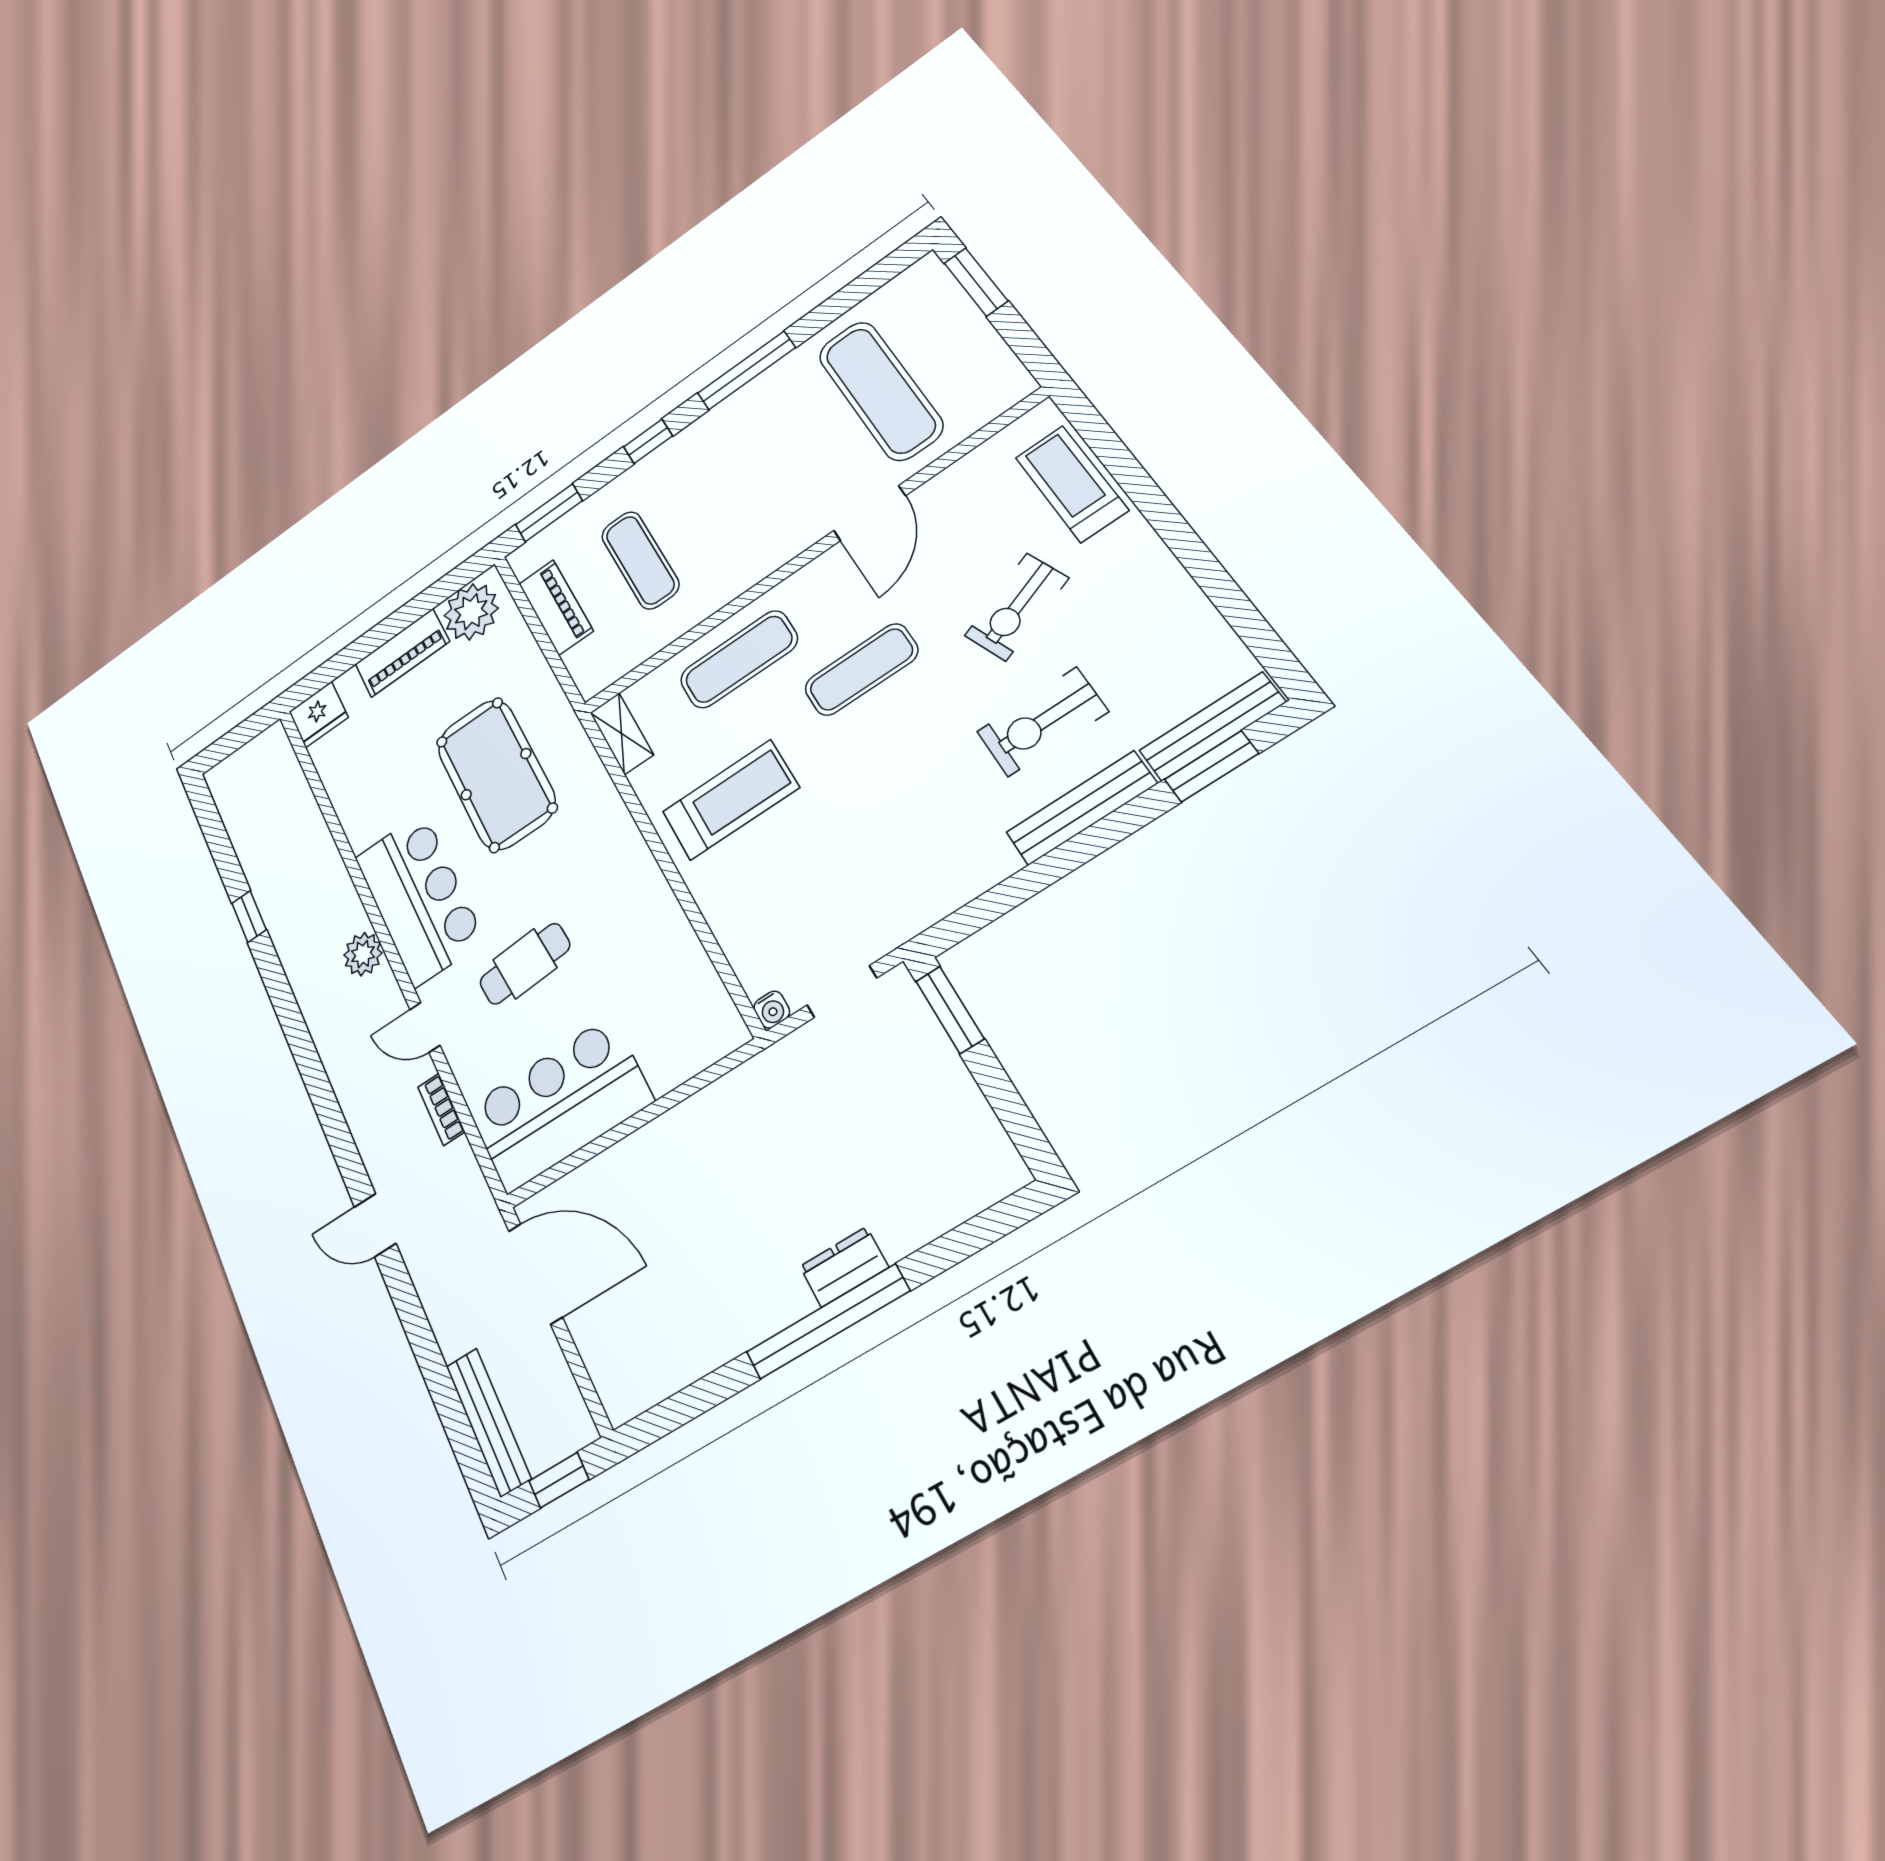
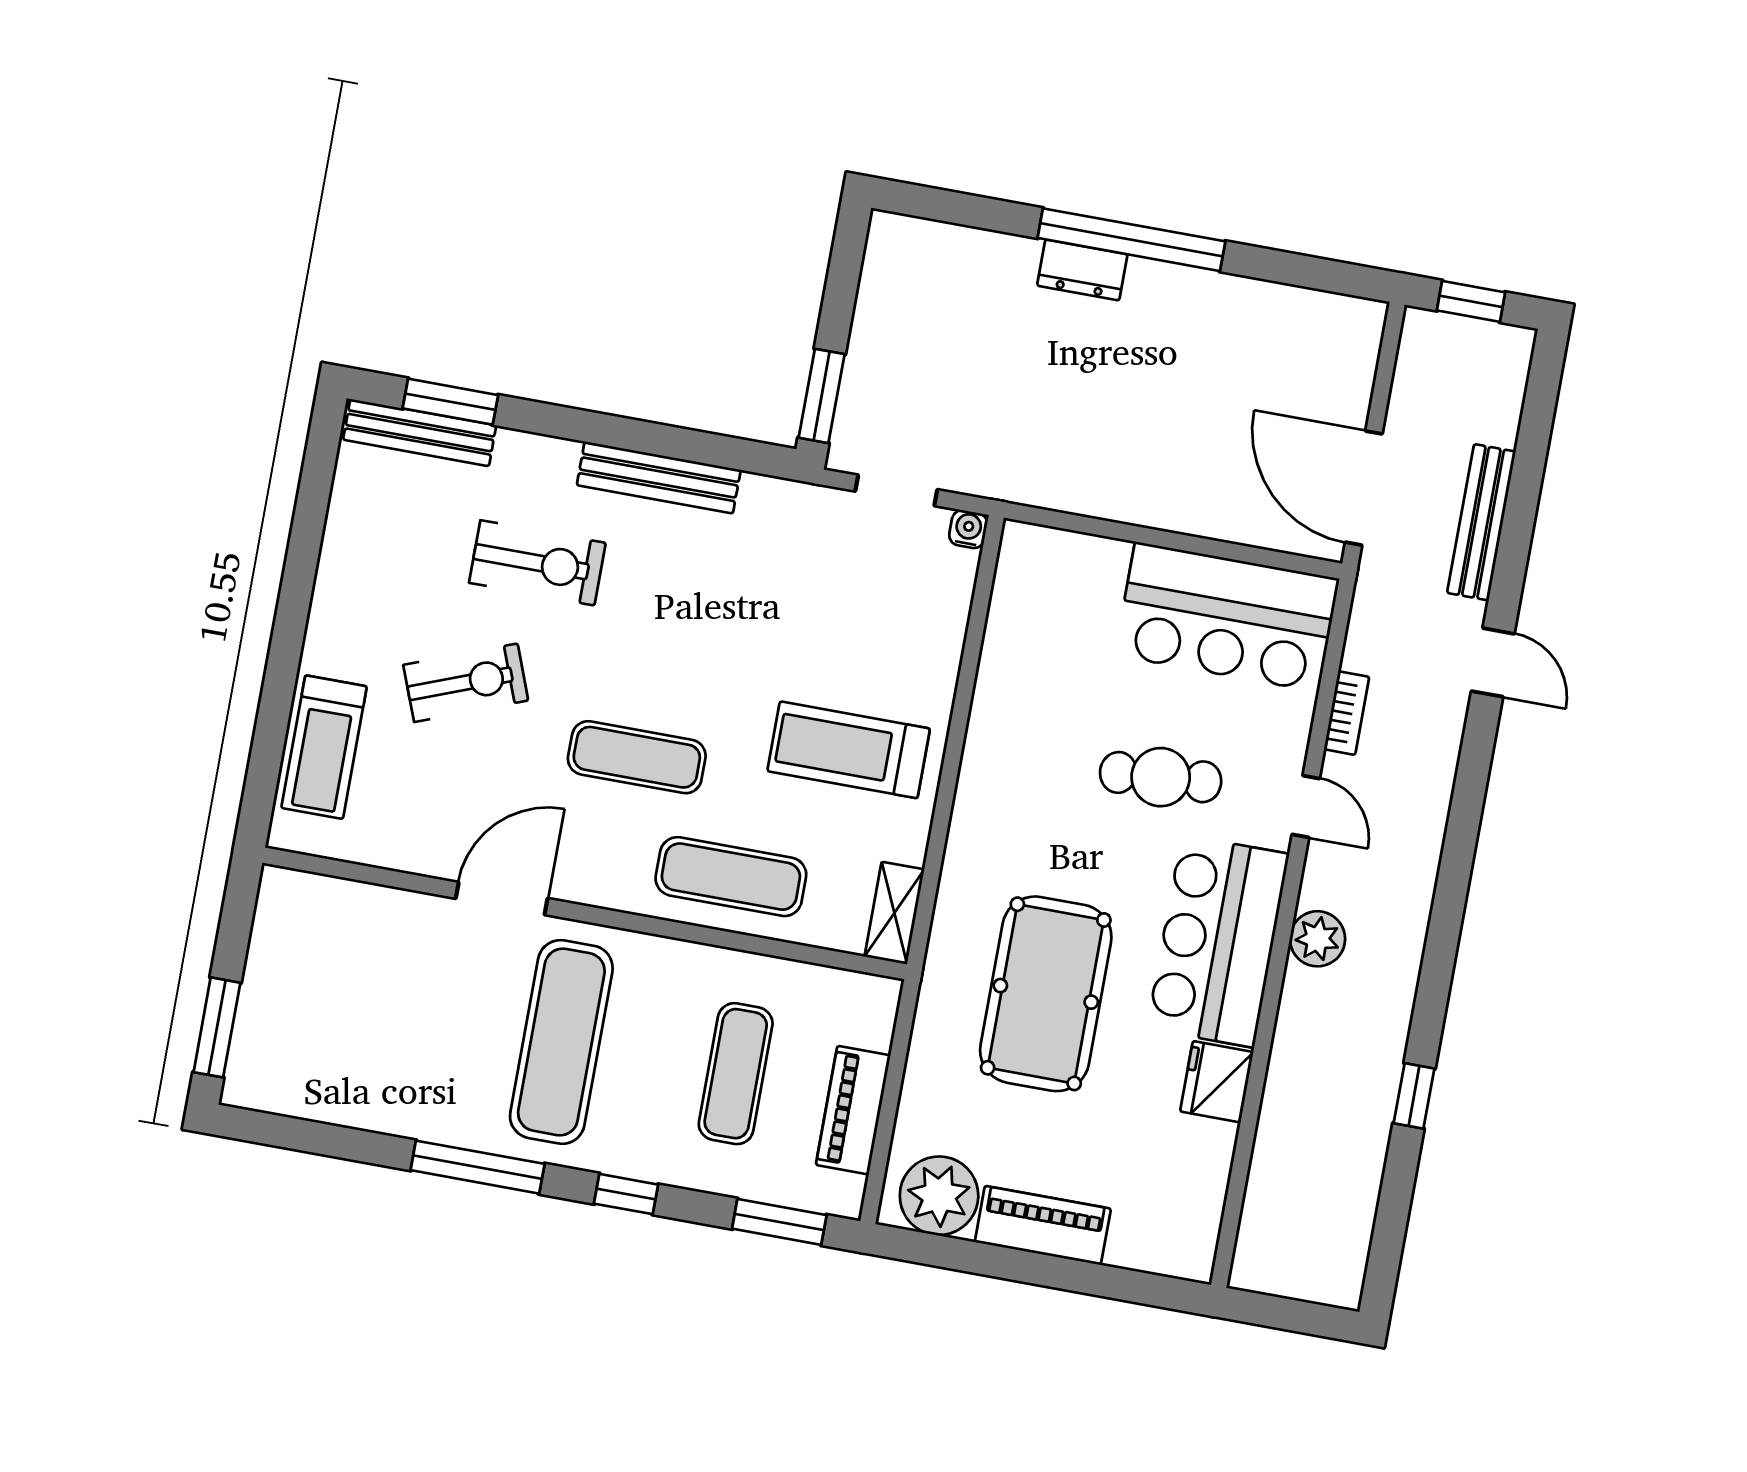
exercise mat: (880, 391) -> (561, 1042), moved
fridge: (318, 714) -> (1217, 1082), moved, turned -90
bench: (1081, 808) -> (659, 477), moved
bench: (488, 1422) -> (1481, 522), moved

